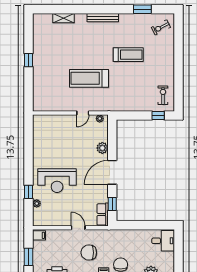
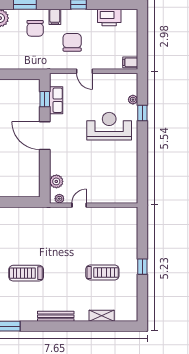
treadmill: (89, 78) -> (102, 273), moved, width x0.73, depth x0.73
plant: (102, 148) -> (56, 181), moved
door: (112, 172) -> (45, 136), swing flipped
row of seats: (103, 214) -> (56, 100), moved
chair: (89, 253) -> (72, 42), turned -90
window: (29, 257) -> (142, 37), removed

